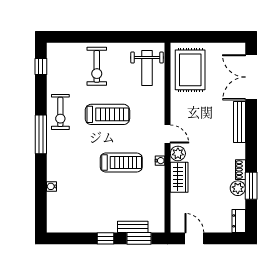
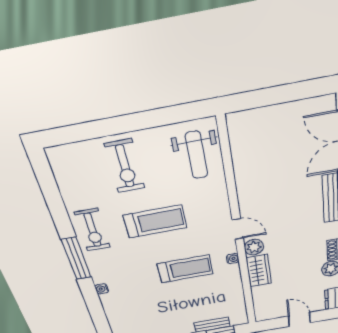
window: (41, 66) -> (47, 181), removed
rug: (190, 70) -> (258, 146), removed
water cooler: (52, 186) -> (102, 289), moved
door: (194, 238) -> (299, 319), moved

